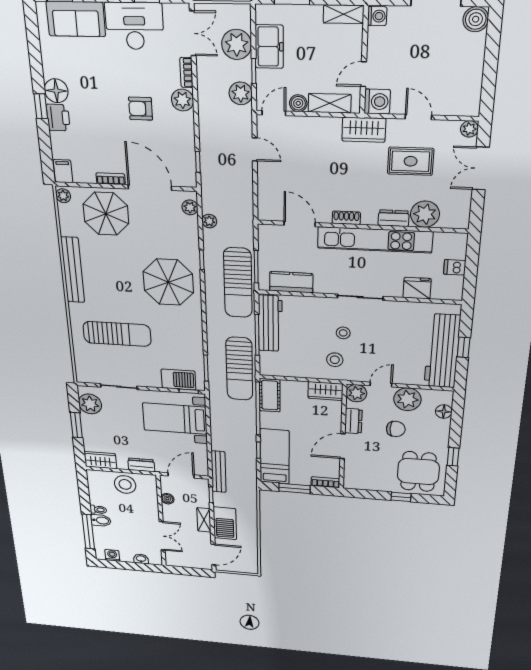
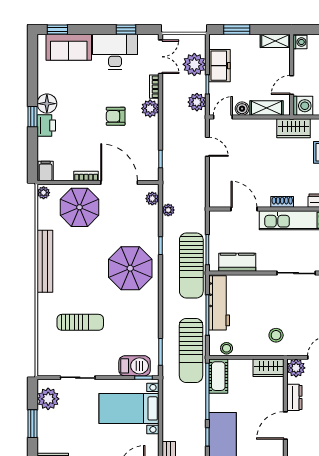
stool: (343, 333) -> (227, 348), moved
sun lounger: (117, 334) -> (80, 322), width x0.73, depth x0.75

